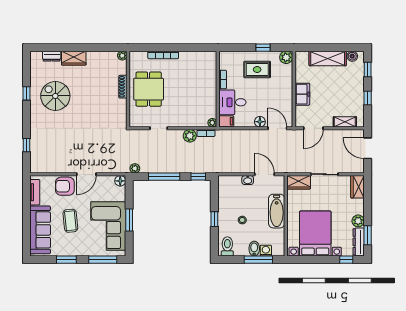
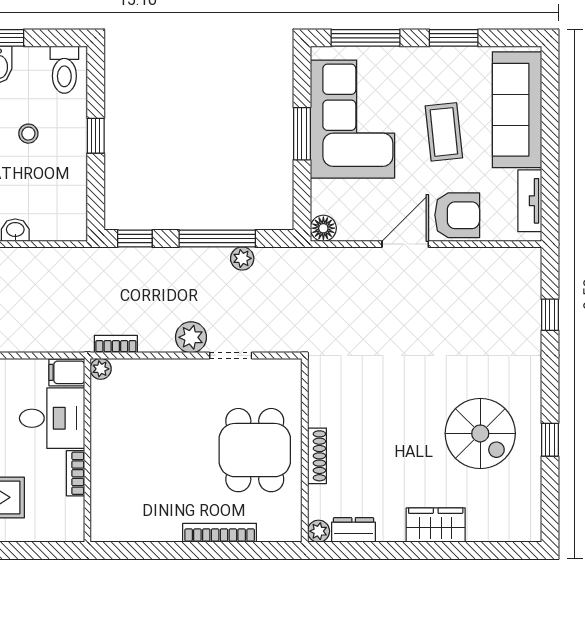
dresser: (52, 56) -> (354, 530), moved
plant: (190, 136) -> (191, 337), moved
plant: (135, 168) -> (242, 258), moved

